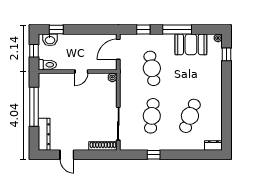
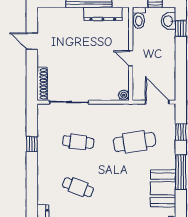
cafe table: (152, 116) -> (78, 142), width x0.73, depth x0.74
cafe table: (190, 116) -> (78, 187), width x0.73, depth x0.74
dresser: (44, 134) -> (103, 14), moved
door: (67, 155) -> (32, 41), hinge flipped

